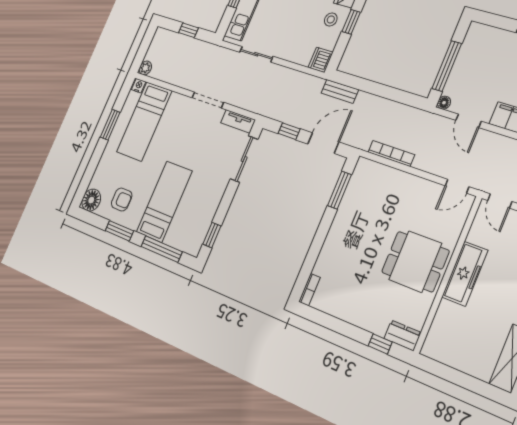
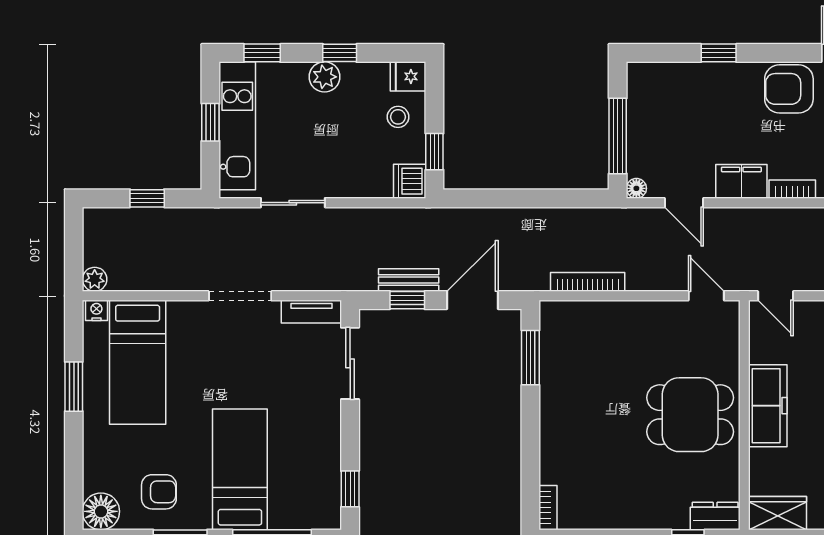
window: (351, 22) -> (434, 152), moved
bench: (340, 91) -> (409, 280), moved
door: (457, 186) -> (706, 296), swing flipped
wardrobe: (441, 350) -> (777, 513), added

